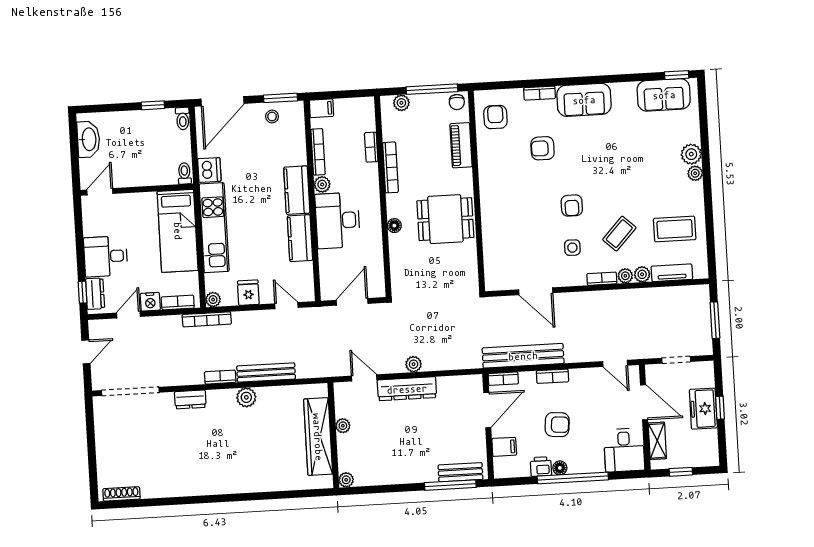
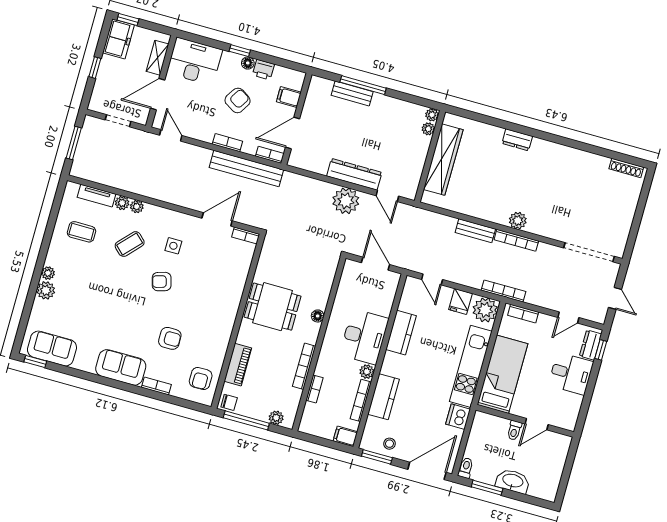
chair: (457, 102) -> (229, 402), turned 90
window: (153, 105) -> (487, 488), width x1.50
washbasin: (88, 139) -> (513, 481), moved, turned 90
toilet: (184, 173) -> (514, 430), moved
kitchen counter: (297, 190) -> (384, 397), moved
door: (100, 192) -> (537, 424), moved
armchair: (572, 205) -> (162, 282), turned -106
coffee table: (675, 229) -> (81, 232), width x0.73, depth x0.77
bookcase: (602, 279) -> (246, 236), moved
door: (536, 291) -> (217, 219), hinge flipped
plant: (213, 300) -> (485, 310), width x1.88, depth x1.88
nightstand: (150, 302) -> (546, 322), removed
door: (352, 302) -> (375, 264), swing flipped
door: (86, 352) -> (615, 298), swing flipped
plant: (414, 364) -> (346, 201), width x1.87, depth x1.87
bench: (266, 372) -> (475, 231), width x0.73
bookcase: (220, 377) -> (516, 240), width x1.56
plant: (246, 397) -> (518, 221), moved
dresser: (190, 399) -> (517, 140), moved, turned 180
door: (644, 402) -> (158, 94), hinge flipped
freezer: (703, 409) -> (118, 39), moved
armchair: (557, 425) -> (238, 100), turned 117
plant: (343, 426) -> (428, 129), moved
desk: (624, 450) -> (195, 61), width x1.37
bench: (460, 472) -> (352, 93), moved
window: (681, 472) -> (128, 19), moved
window: (573, 478) -> (240, 51), width x0.32
window: (450, 485) -> (363, 85), moved

